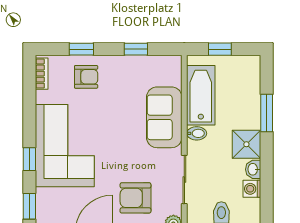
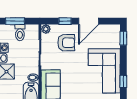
window: (29, 159) -> (123, 81), moved

